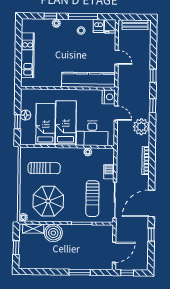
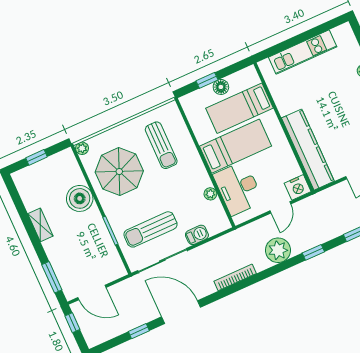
bed: (46, 124) -> (239, 108), moved, turned 180
shelving: (33, 229) -> (40, 225), moved
window: (80, 272) -> (52, 277), moved

